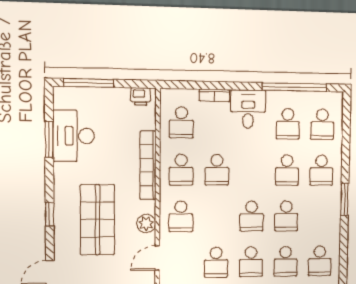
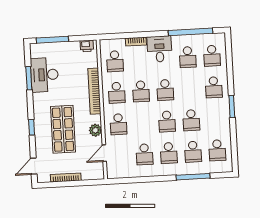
school desk: (287, 170) -> (165, 90), moved

